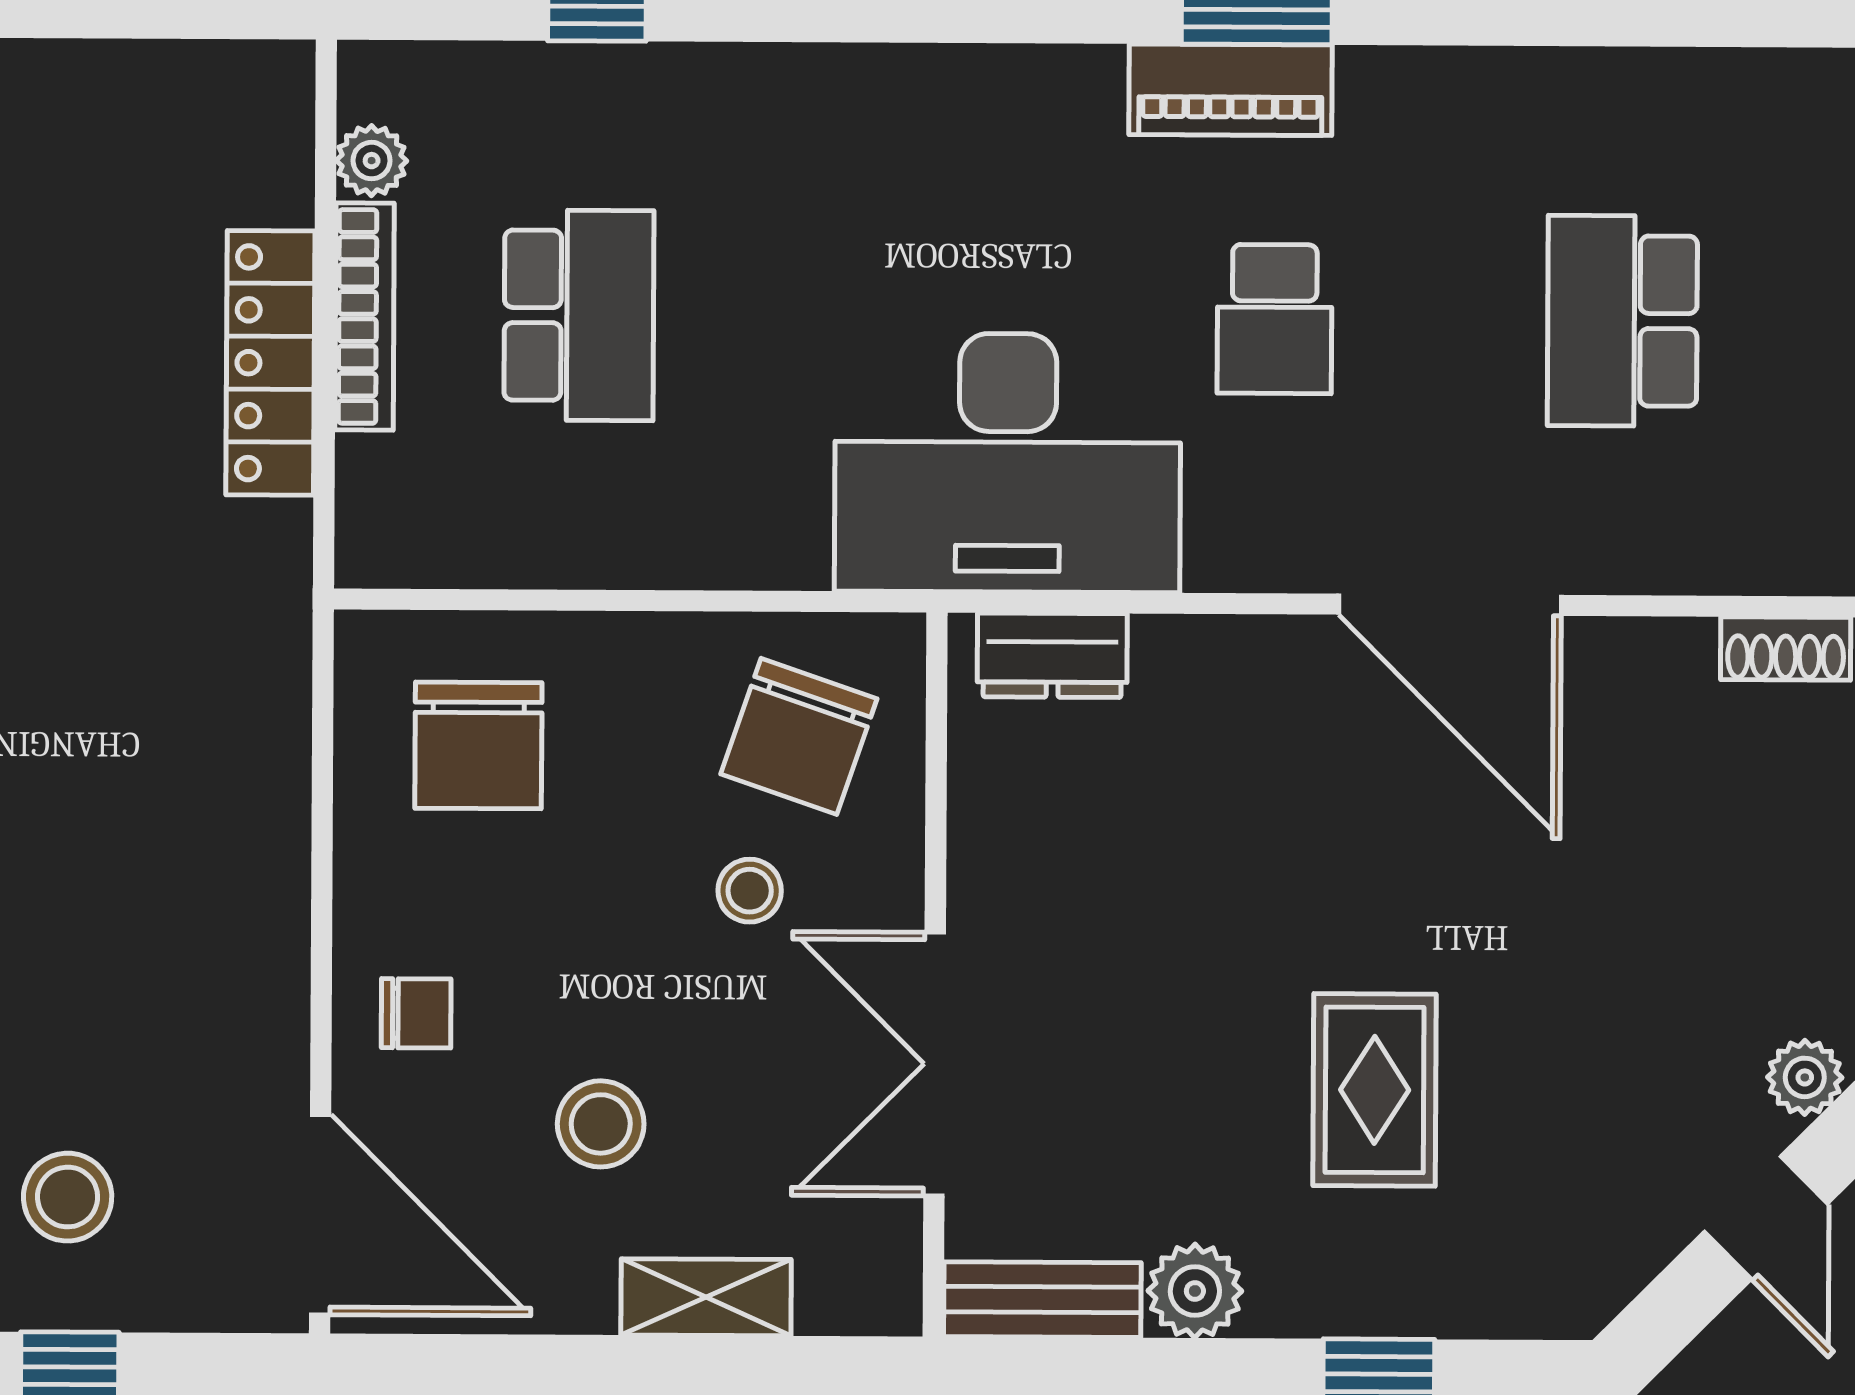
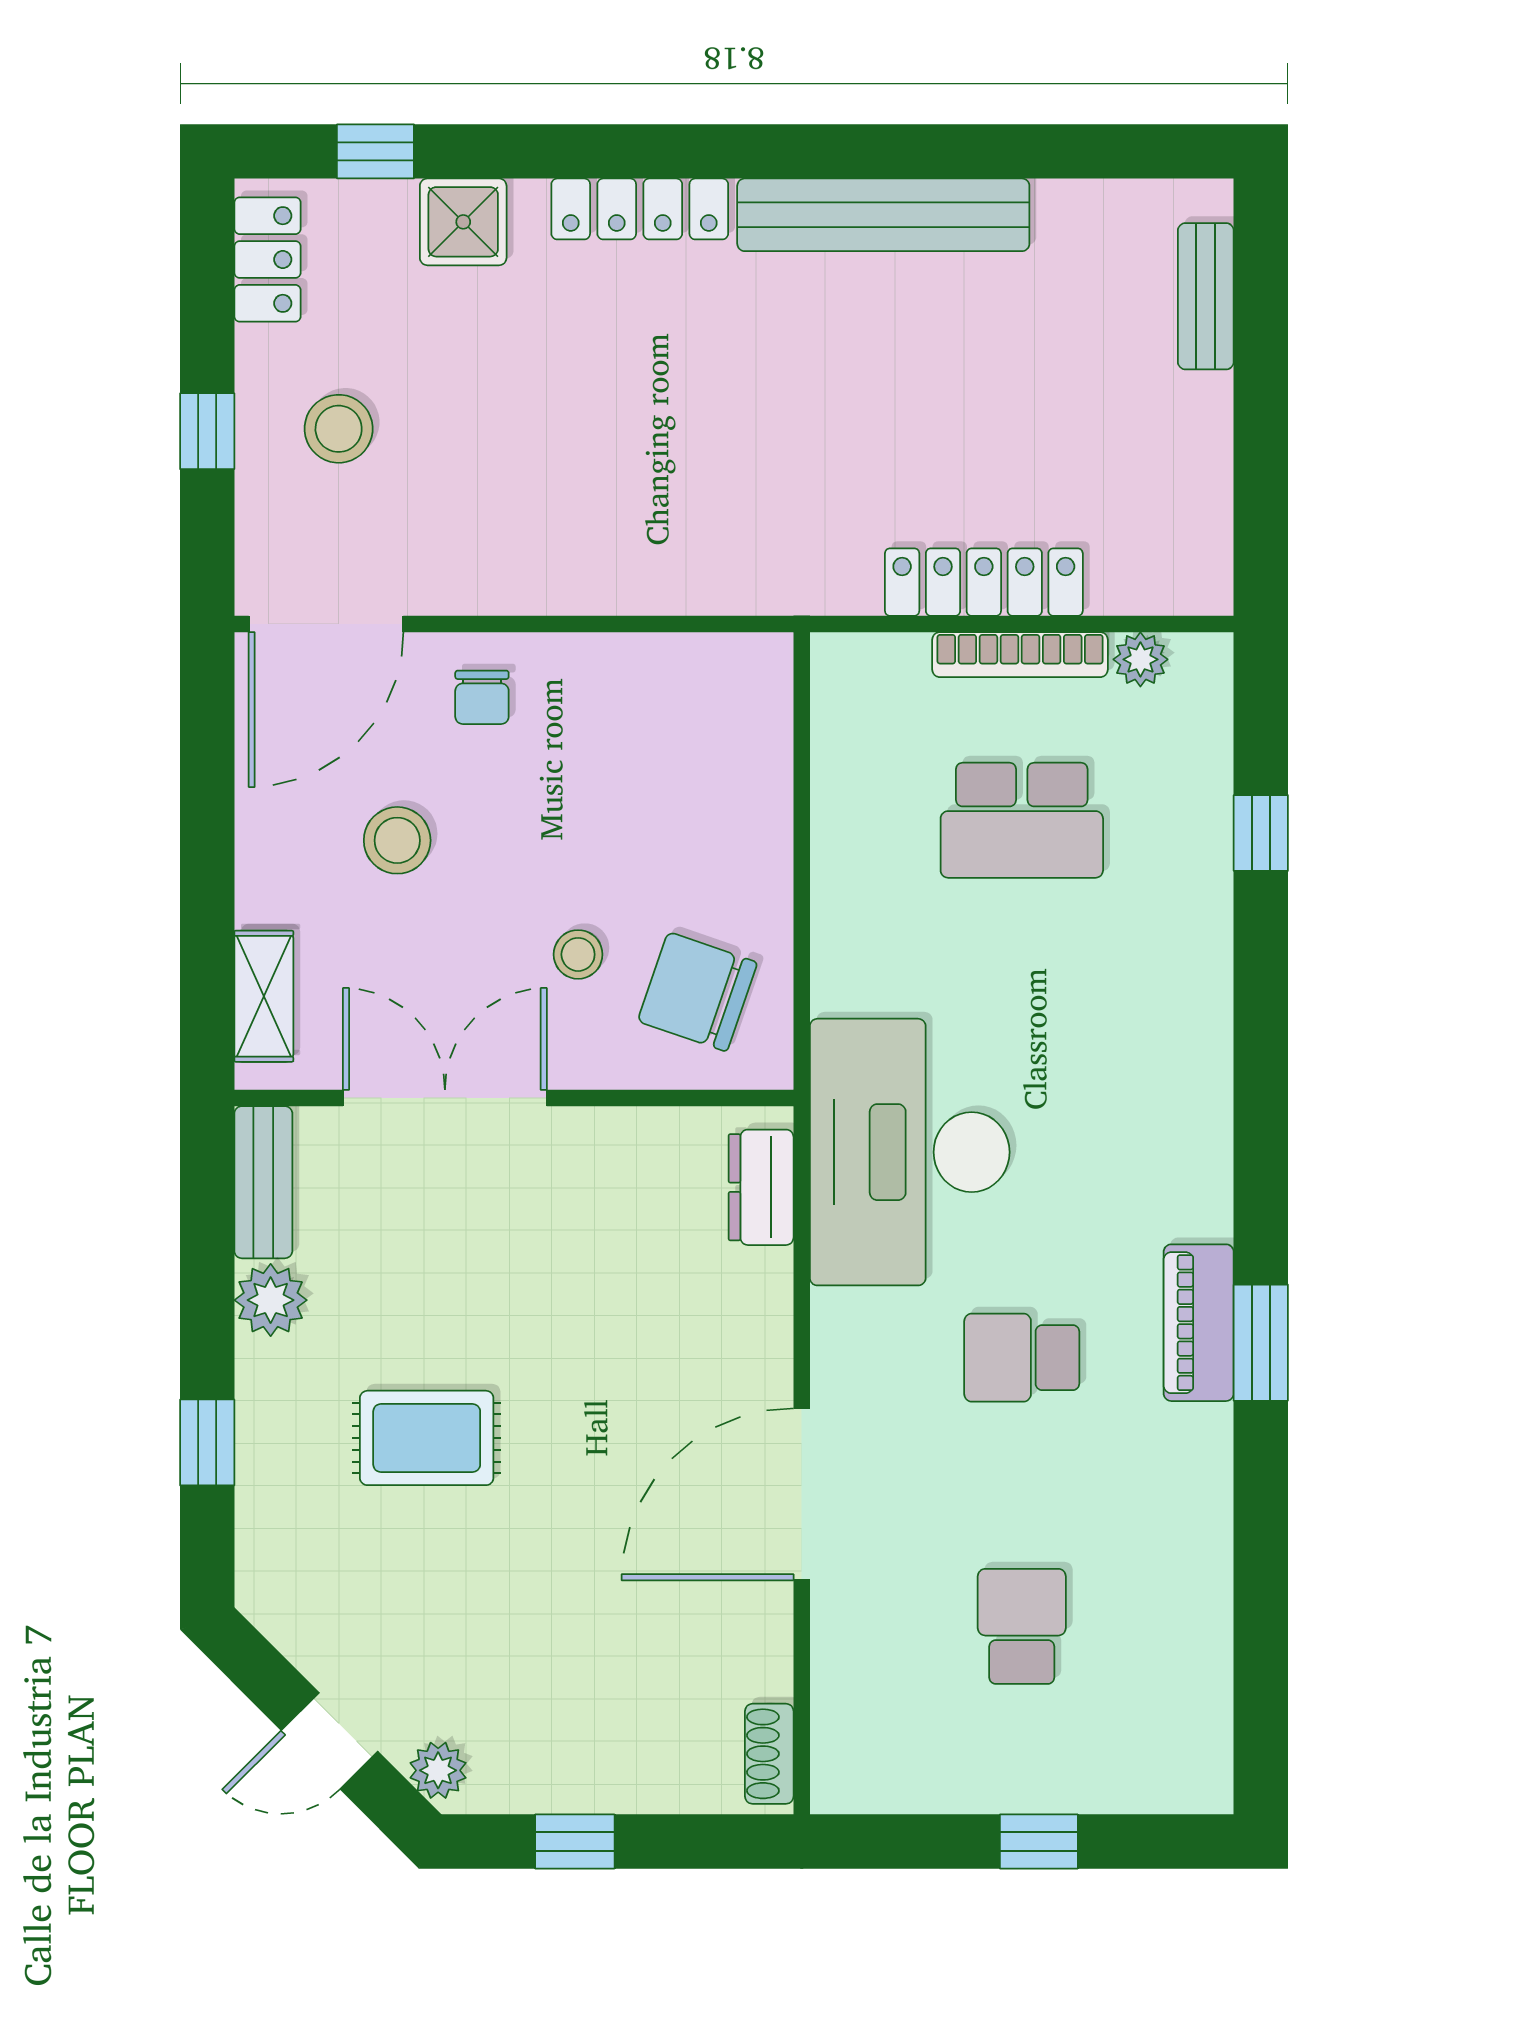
school desk: (1622, 321) -> (1022, 1626), width x0.54
chair: (478, 745) -> (689, 744), removed
shelving: (706, 1297) -> (264, 996), moved

